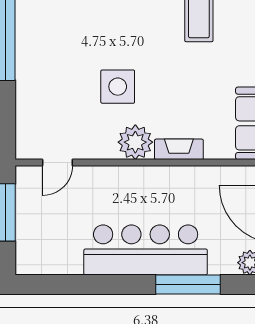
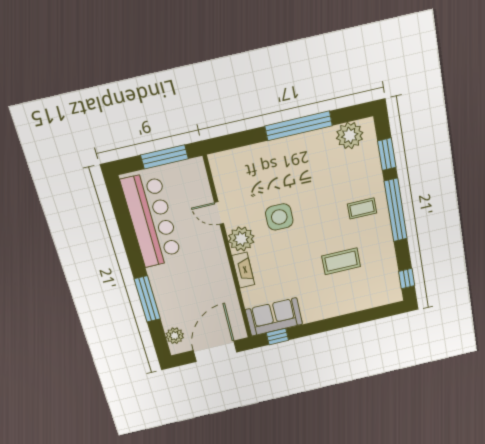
door: (57, 163) -> (219, 213), moved
bar counter: (146, 250) -> (152, 220), moved

